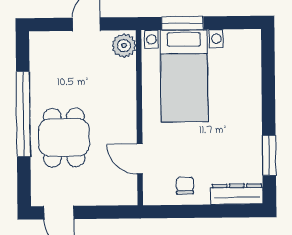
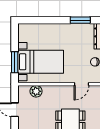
plant: (124, 46) -> (36, 91), moved

